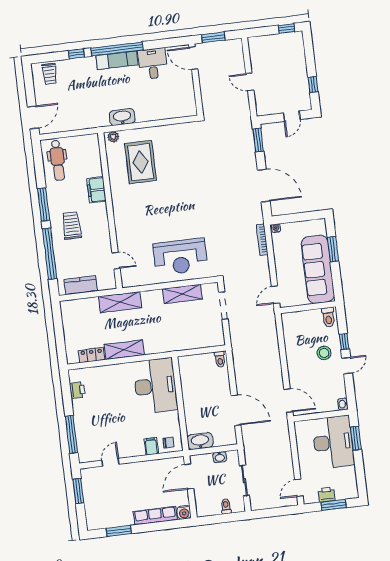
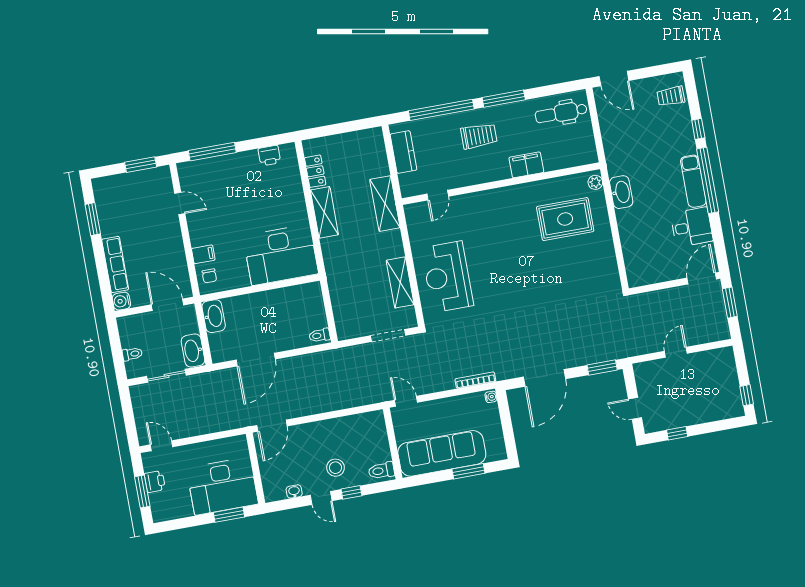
washbasin: (343, 404) -> (294, 491), moved
washbasin: (220, 457) -> (193, 351), width x1.91, depth x1.45

